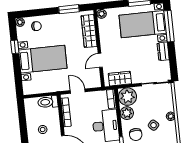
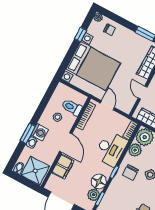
bed with nightstands: (43, 59) -> (93, 66), width x1.36
door: (100, 60) -> (143, 93), hinge flipped
toilet: (48, 102) -> (72, 107), moved

